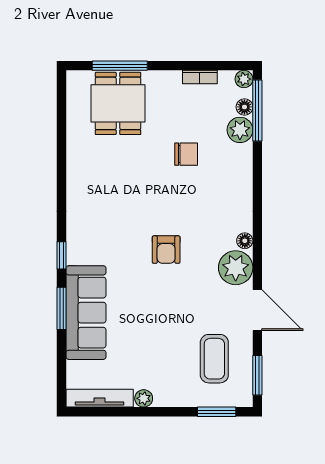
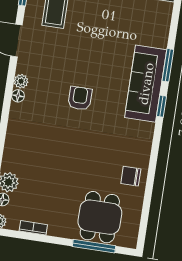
chair: (186, 154) -> (131, 176), moved
plant: (236, 268) -> (21, 81), width x0.53, depth x0.53
sofa: (86, 313) -> (146, 84), moved

